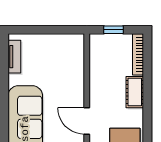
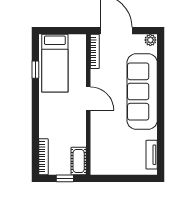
cot: (135, 92) -> (79, 161), moved

